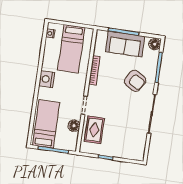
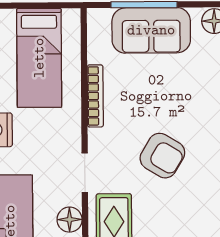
armchair: (135, 81) -> (162, 156), moved

